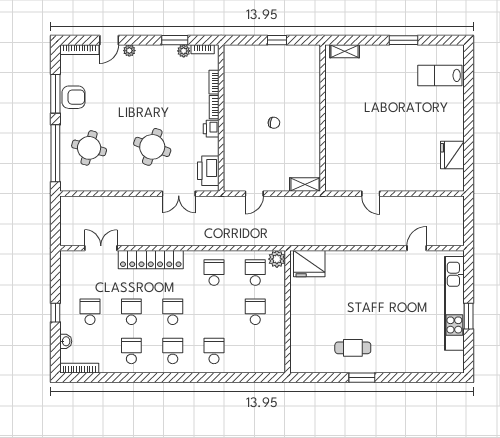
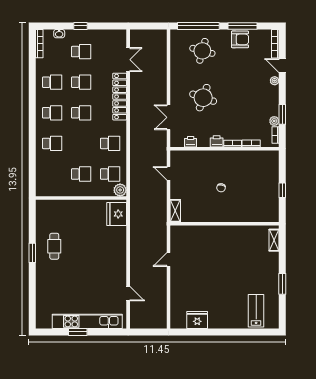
armchair: (74, 97) -> (240, 39), turned -90
printer: (208, 171) -> (191, 142), width x0.53, depth x0.68

